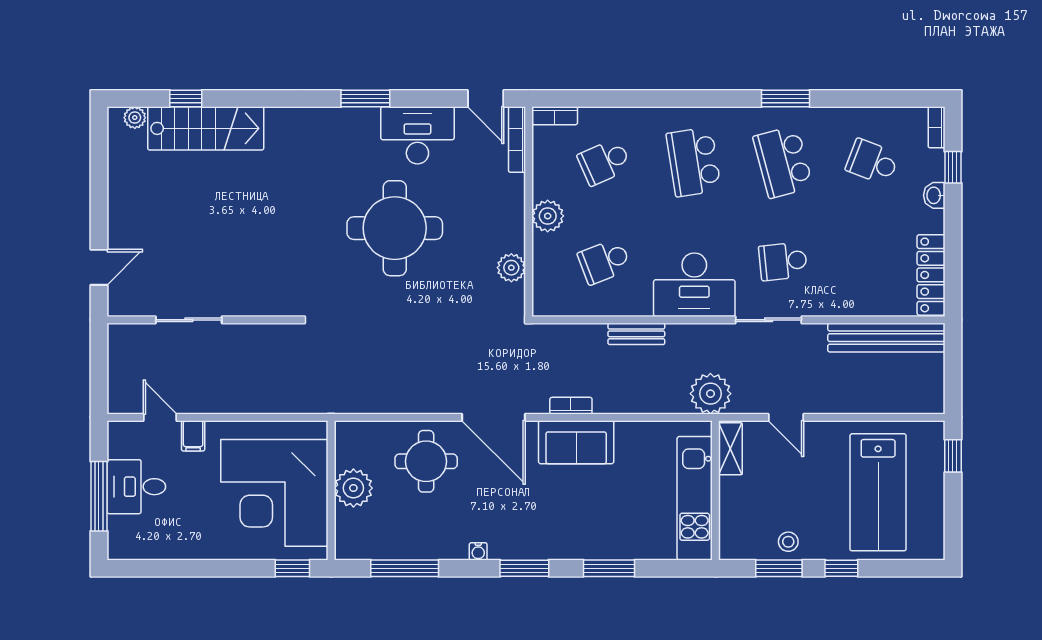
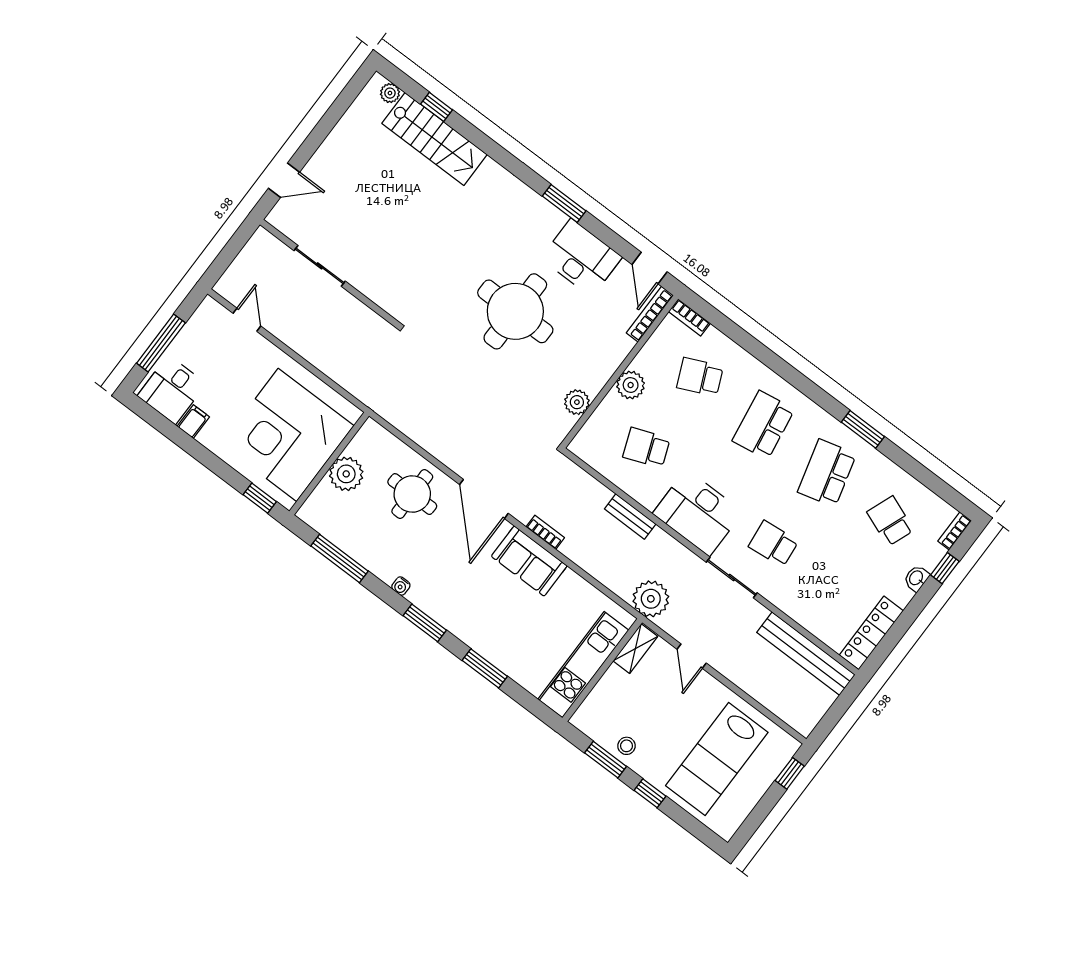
filing cabinet: (193, 436) -> (193, 422), moved, turned 180
desk: (136, 487) -> (172, 390), moved, turned -90

